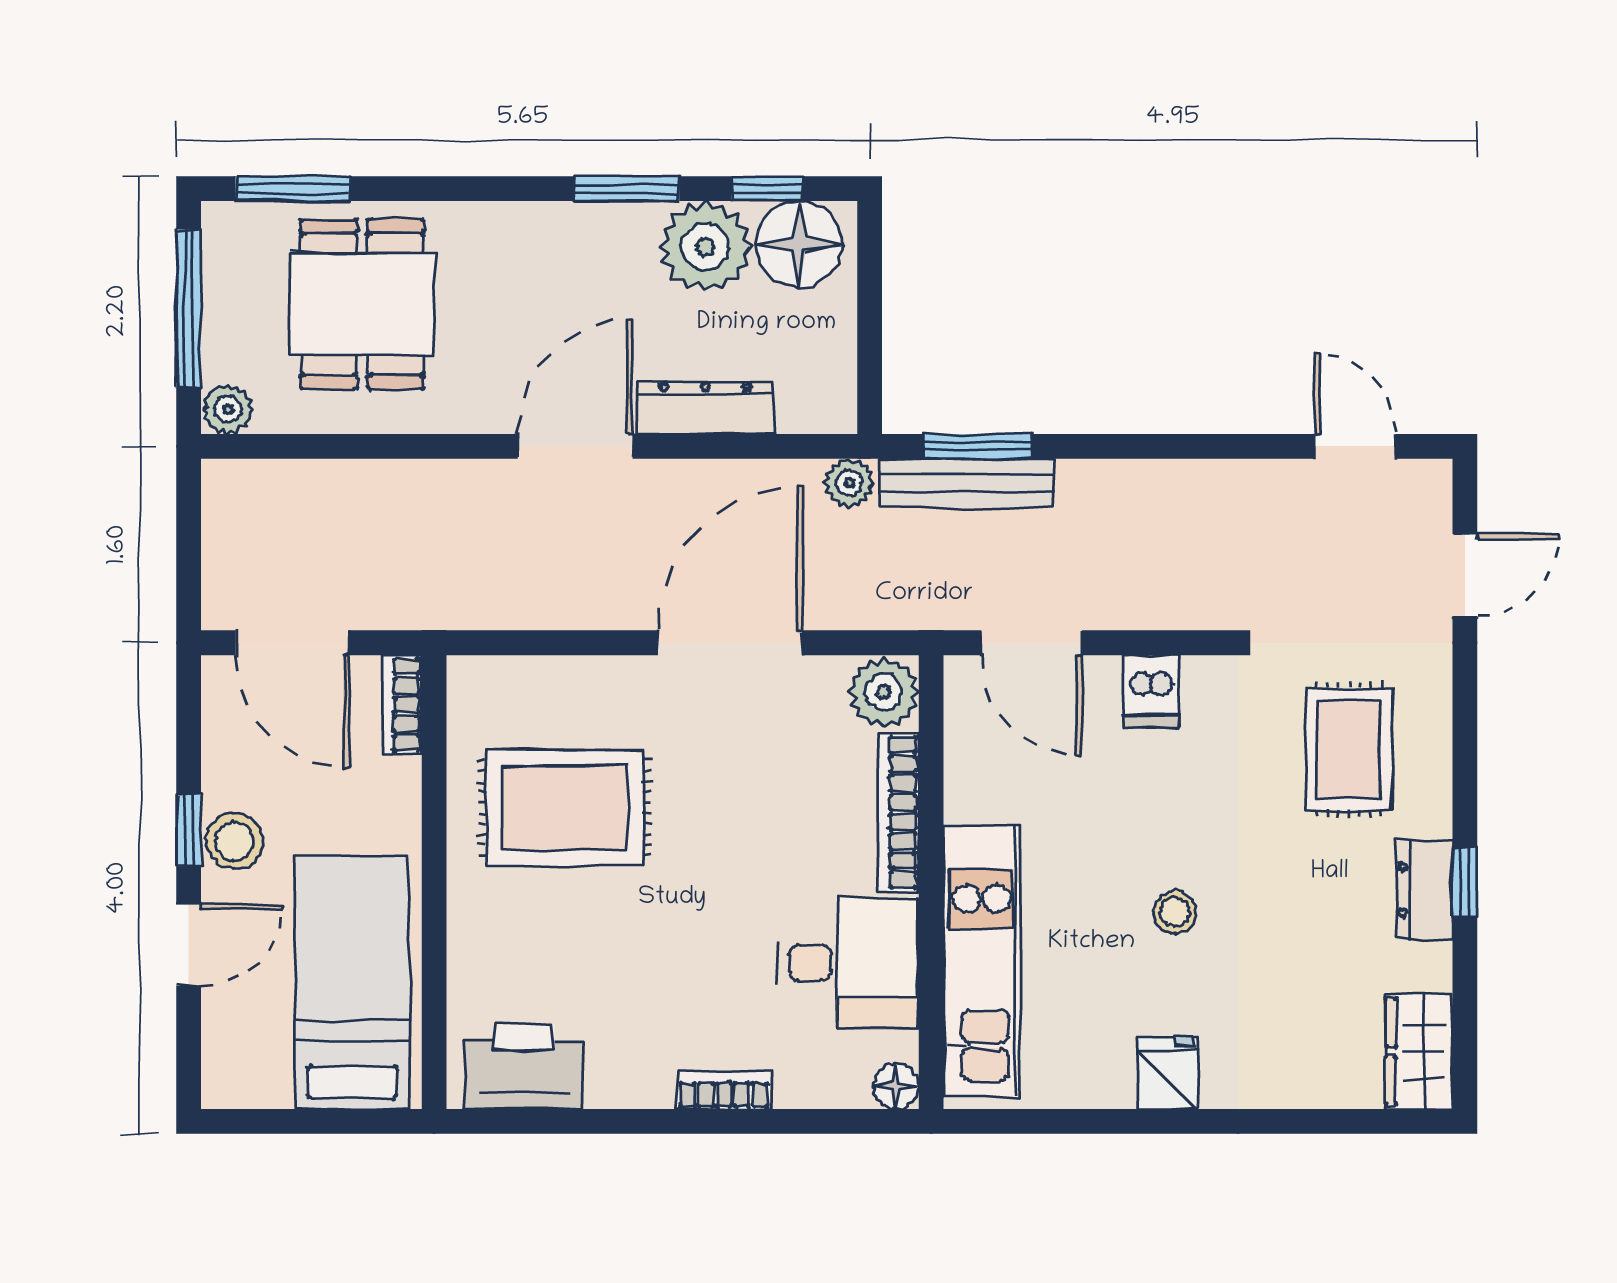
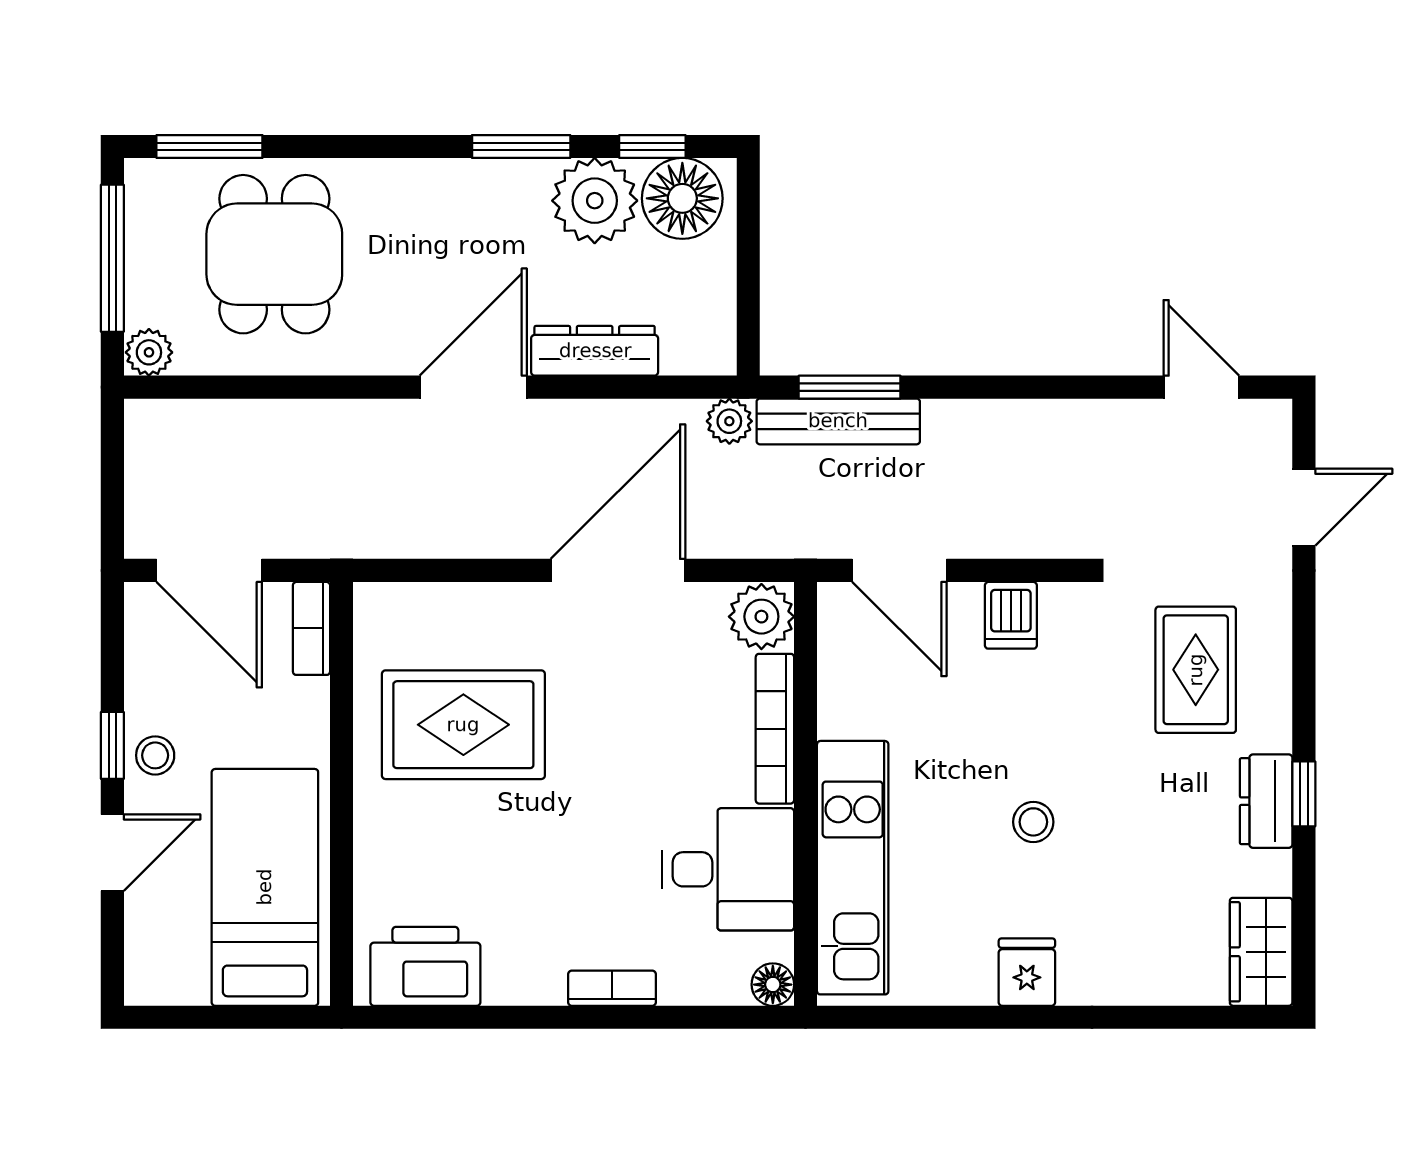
stool: (234, 841) -> (155, 755), width x0.73, depth x0.73

